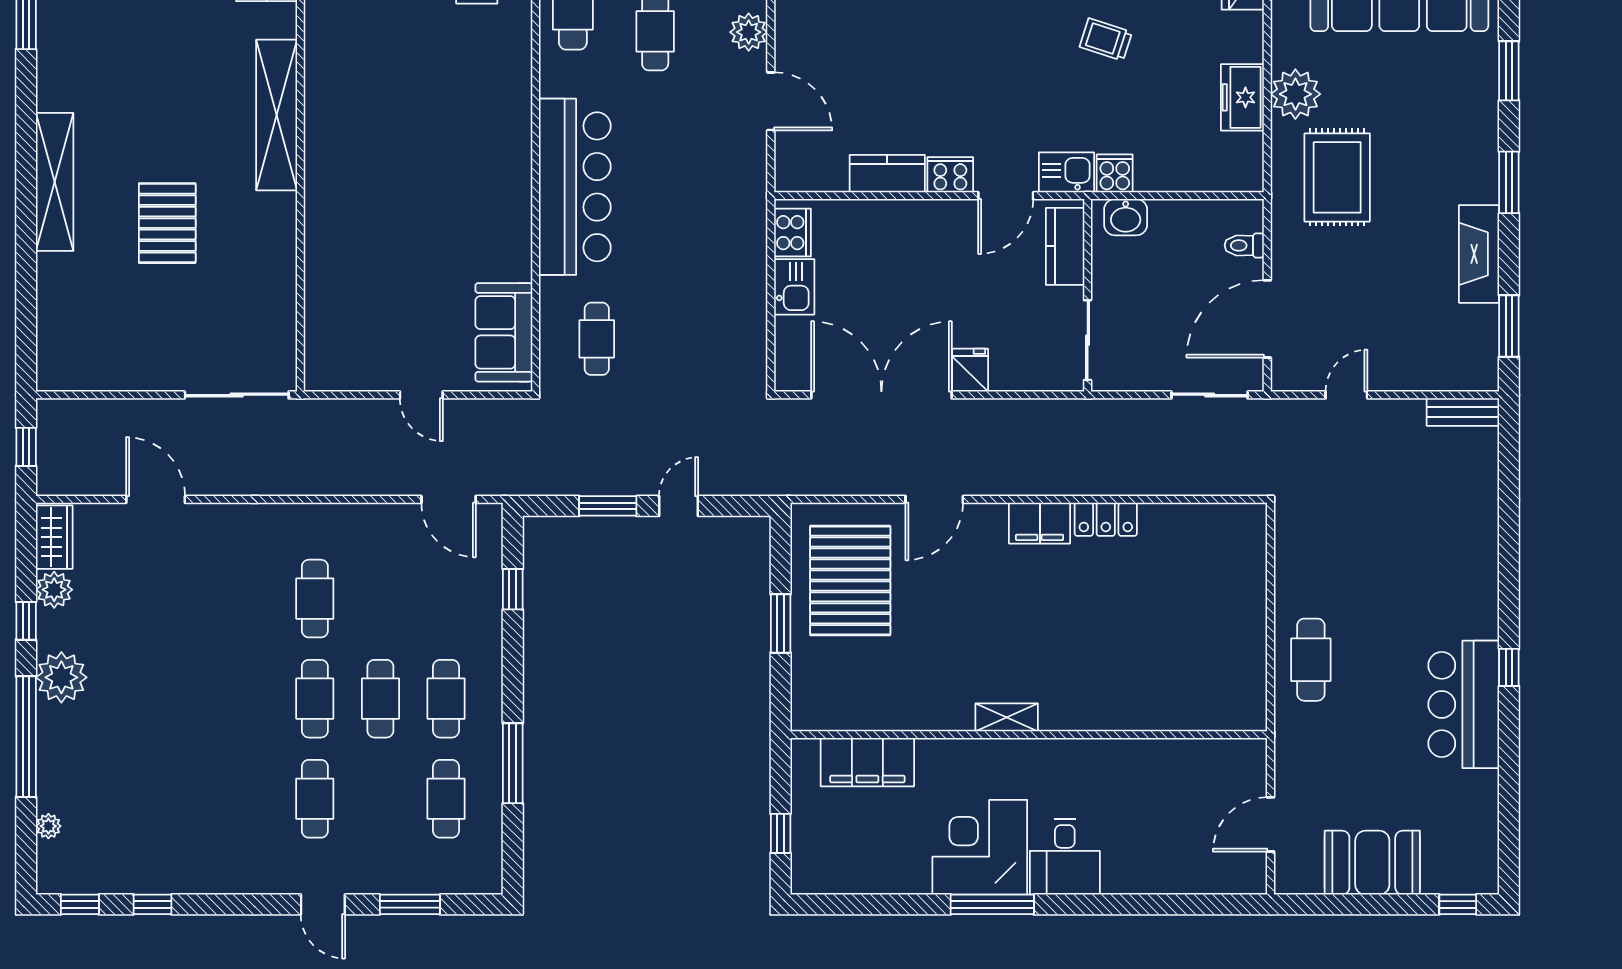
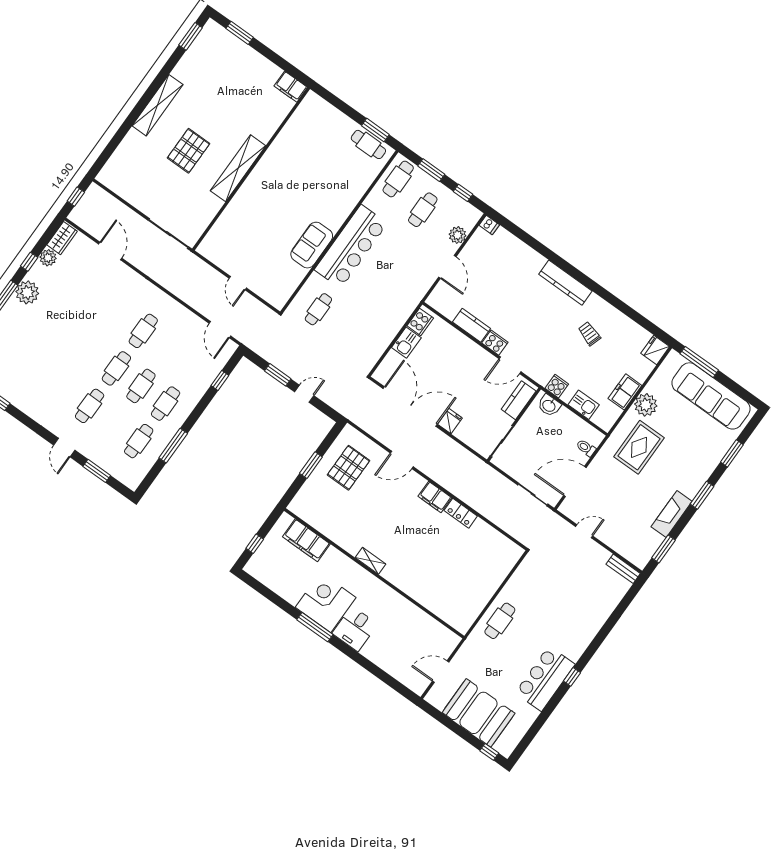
shelving: (277, 115) -> (238, 168), moved
kitchen sink: (1066, 172) -> (584, 405), moved
sofa: (504, 332) -> (312, 245), moved
pallet: (850, 580) -> (349, 468), width x0.73, depth x0.71
booth: (1372, 863) -> (479, 713), width x1.36, depth x1.42

